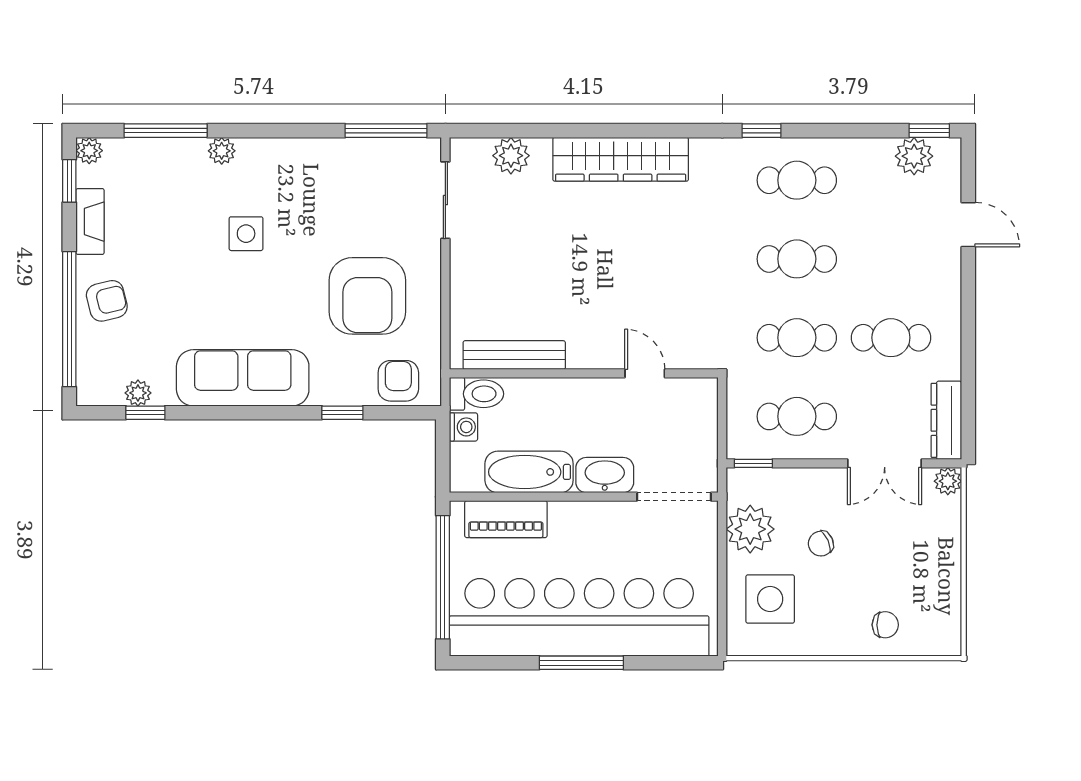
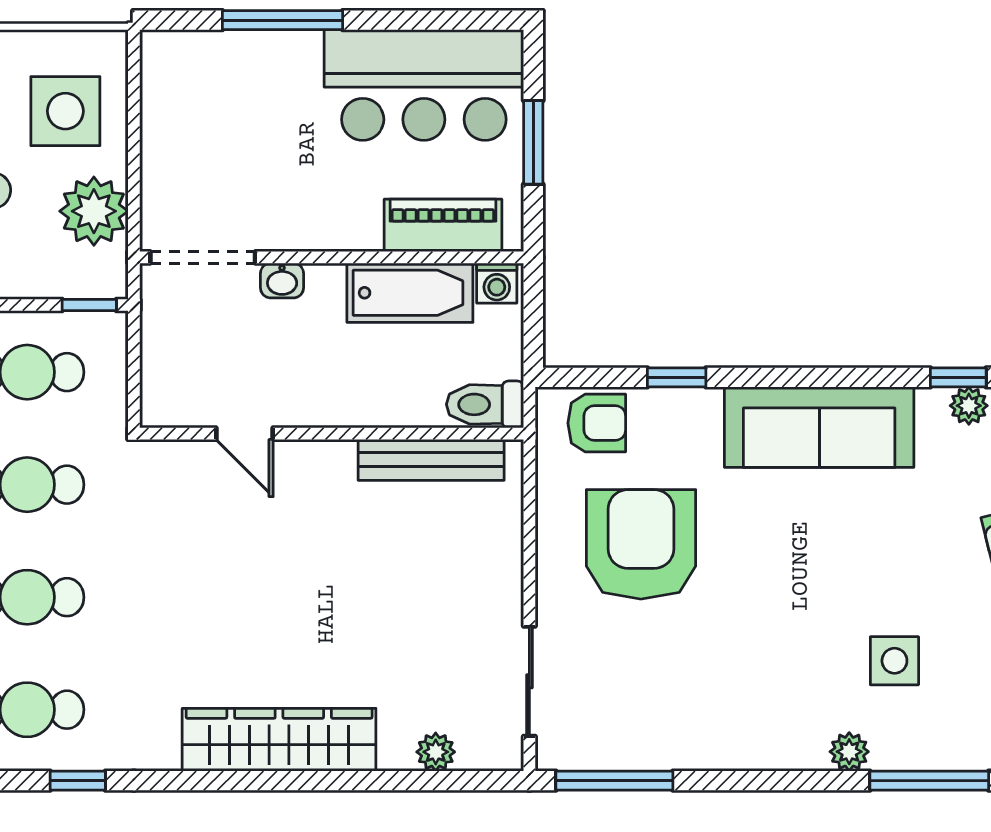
plant: (511, 156) -> (436, 752), width x0.73, depth x0.73
side table: (246, 234) -> (894, 661), moved
armchair: (398, 381) -> (597, 423), turned -90
washing machine: (463, 427) -> (497, 283), moved, turned -90
washbasin: (605, 475) -> (282, 281), width x0.52, depth x0.69
window: (443, 577) -> (533, 142), width x0.47
bar counter: (579, 617) -> (424, 85), width x0.54
window: (581, 663) -> (283, 20), moved

